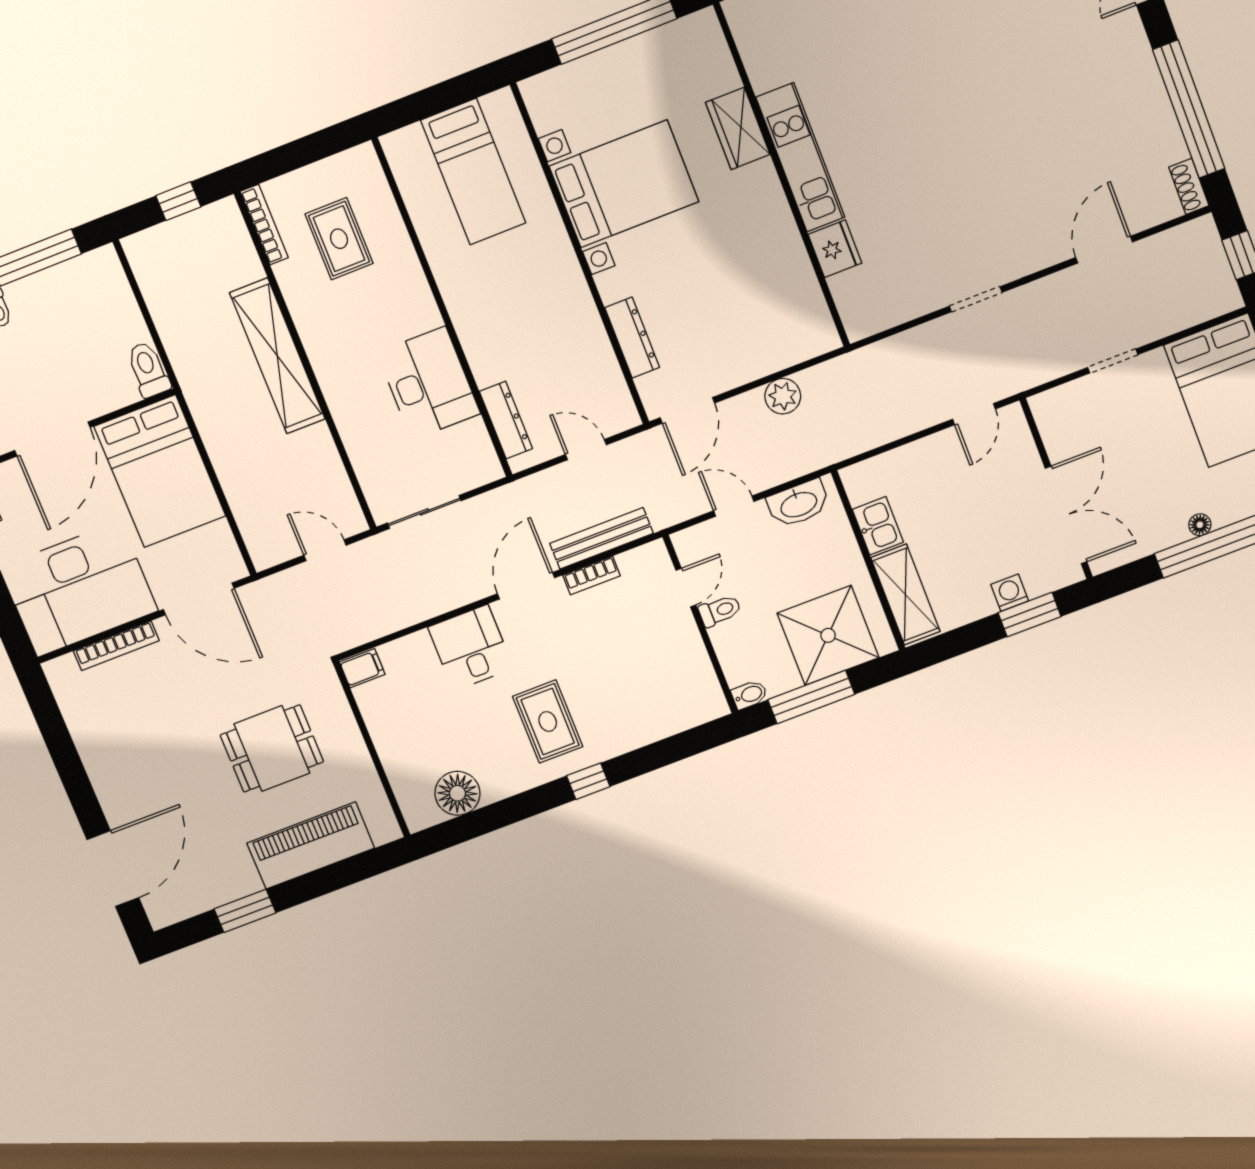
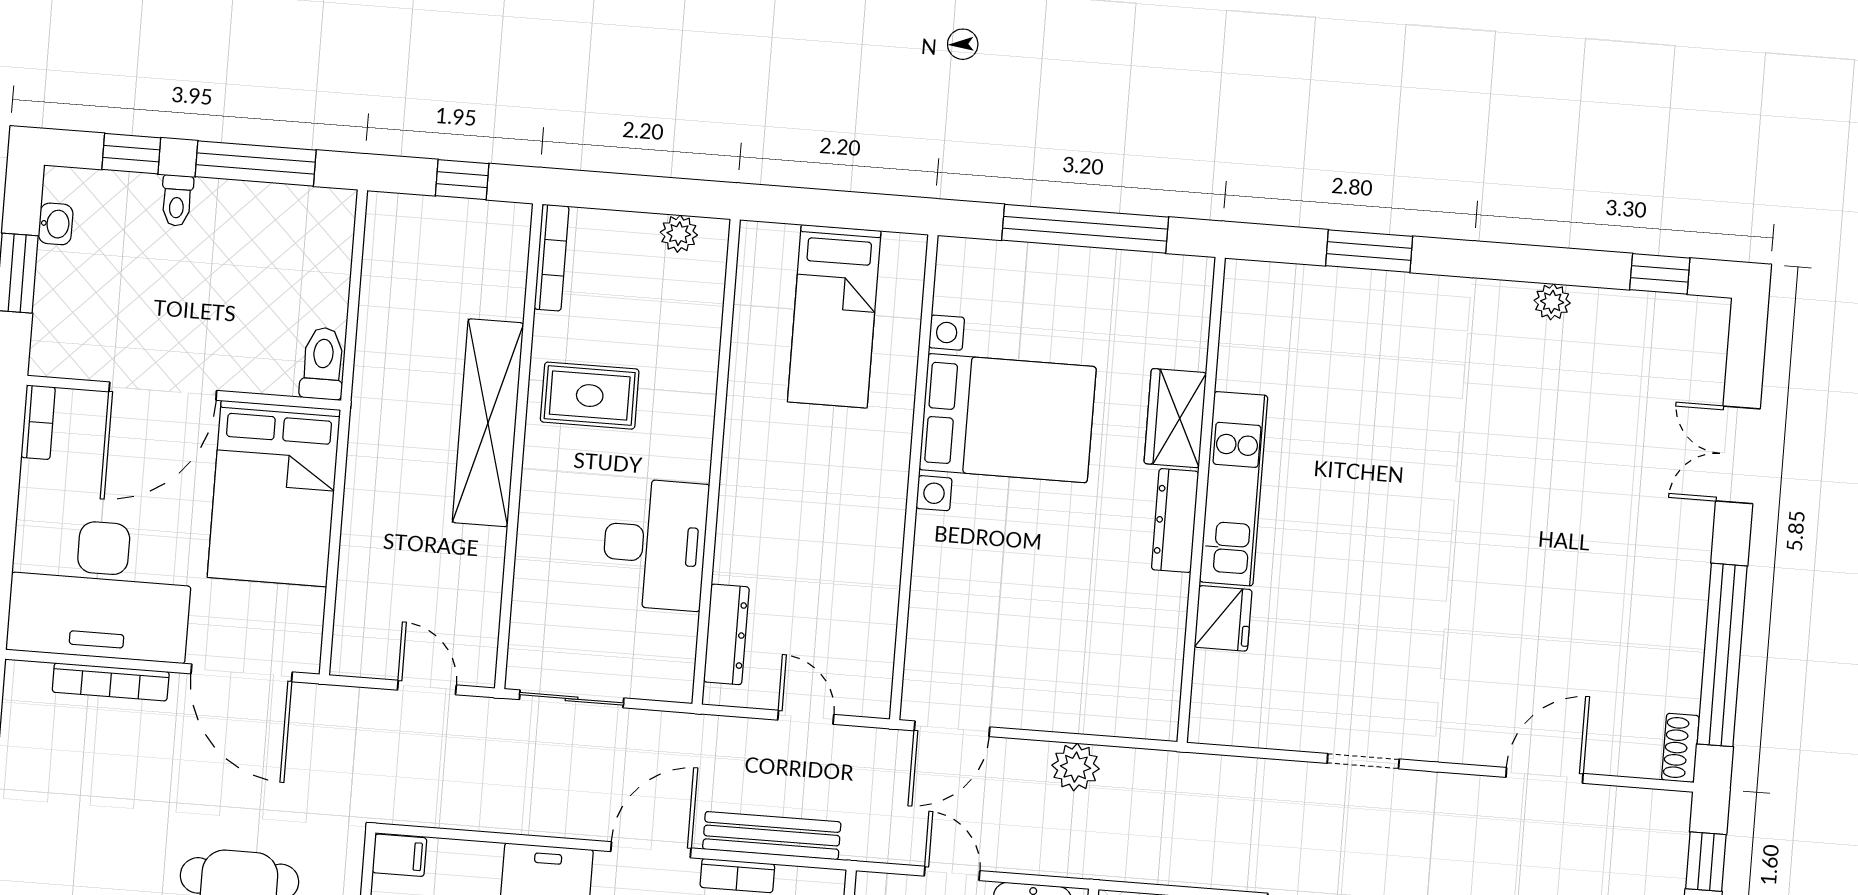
plant: (341, 167) -> (679, 234), added
rug: (339, 239) -> (590, 396), moved, turned 90
dresser: (632, 338) -> (1175, 521), moved, turned 180

